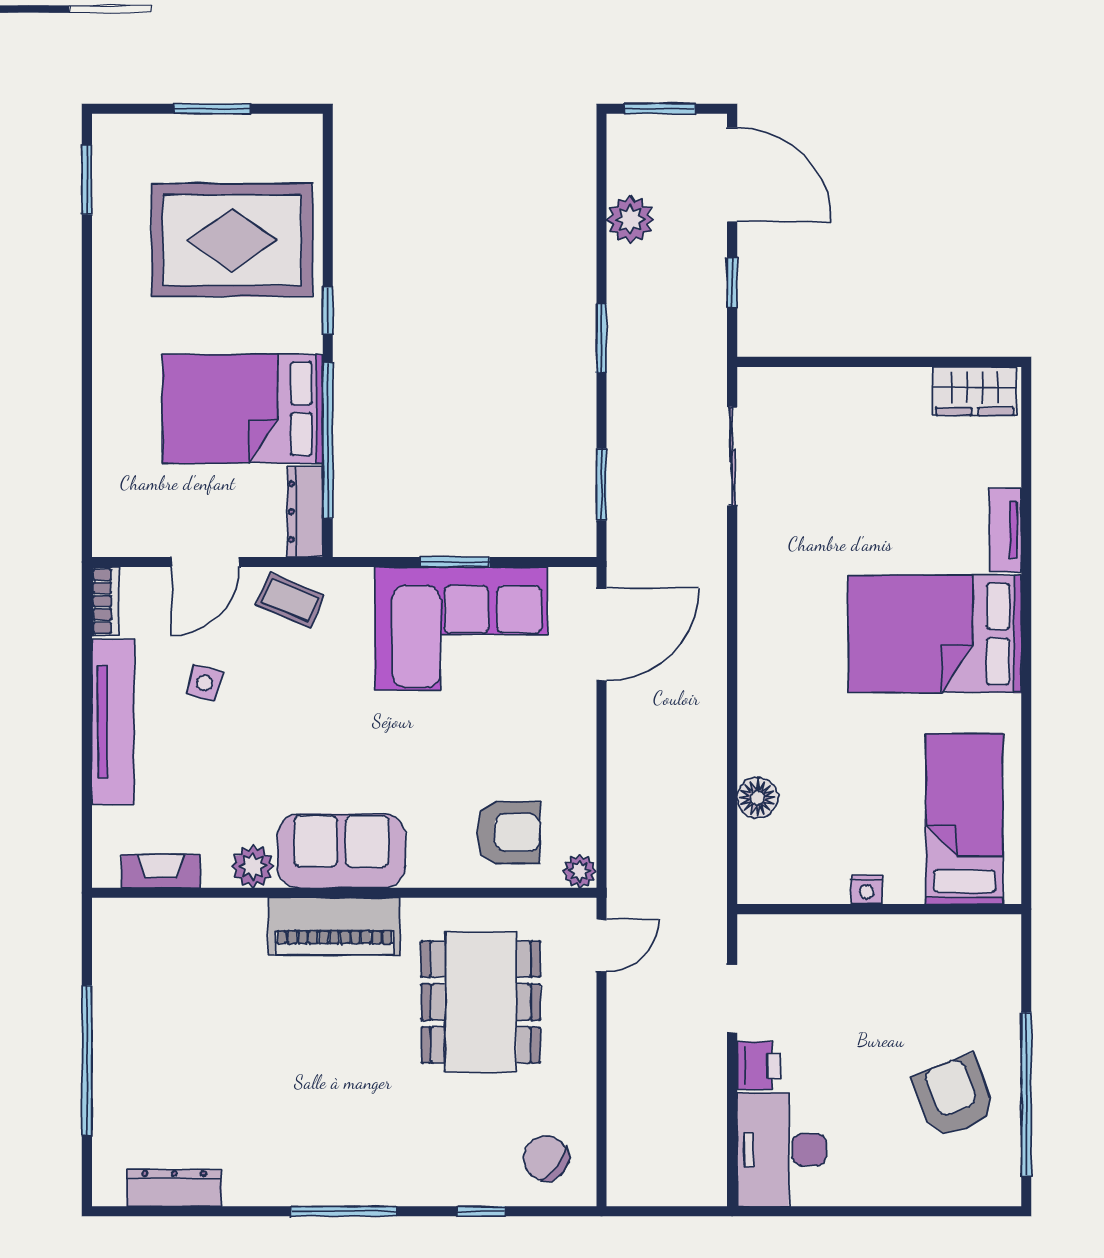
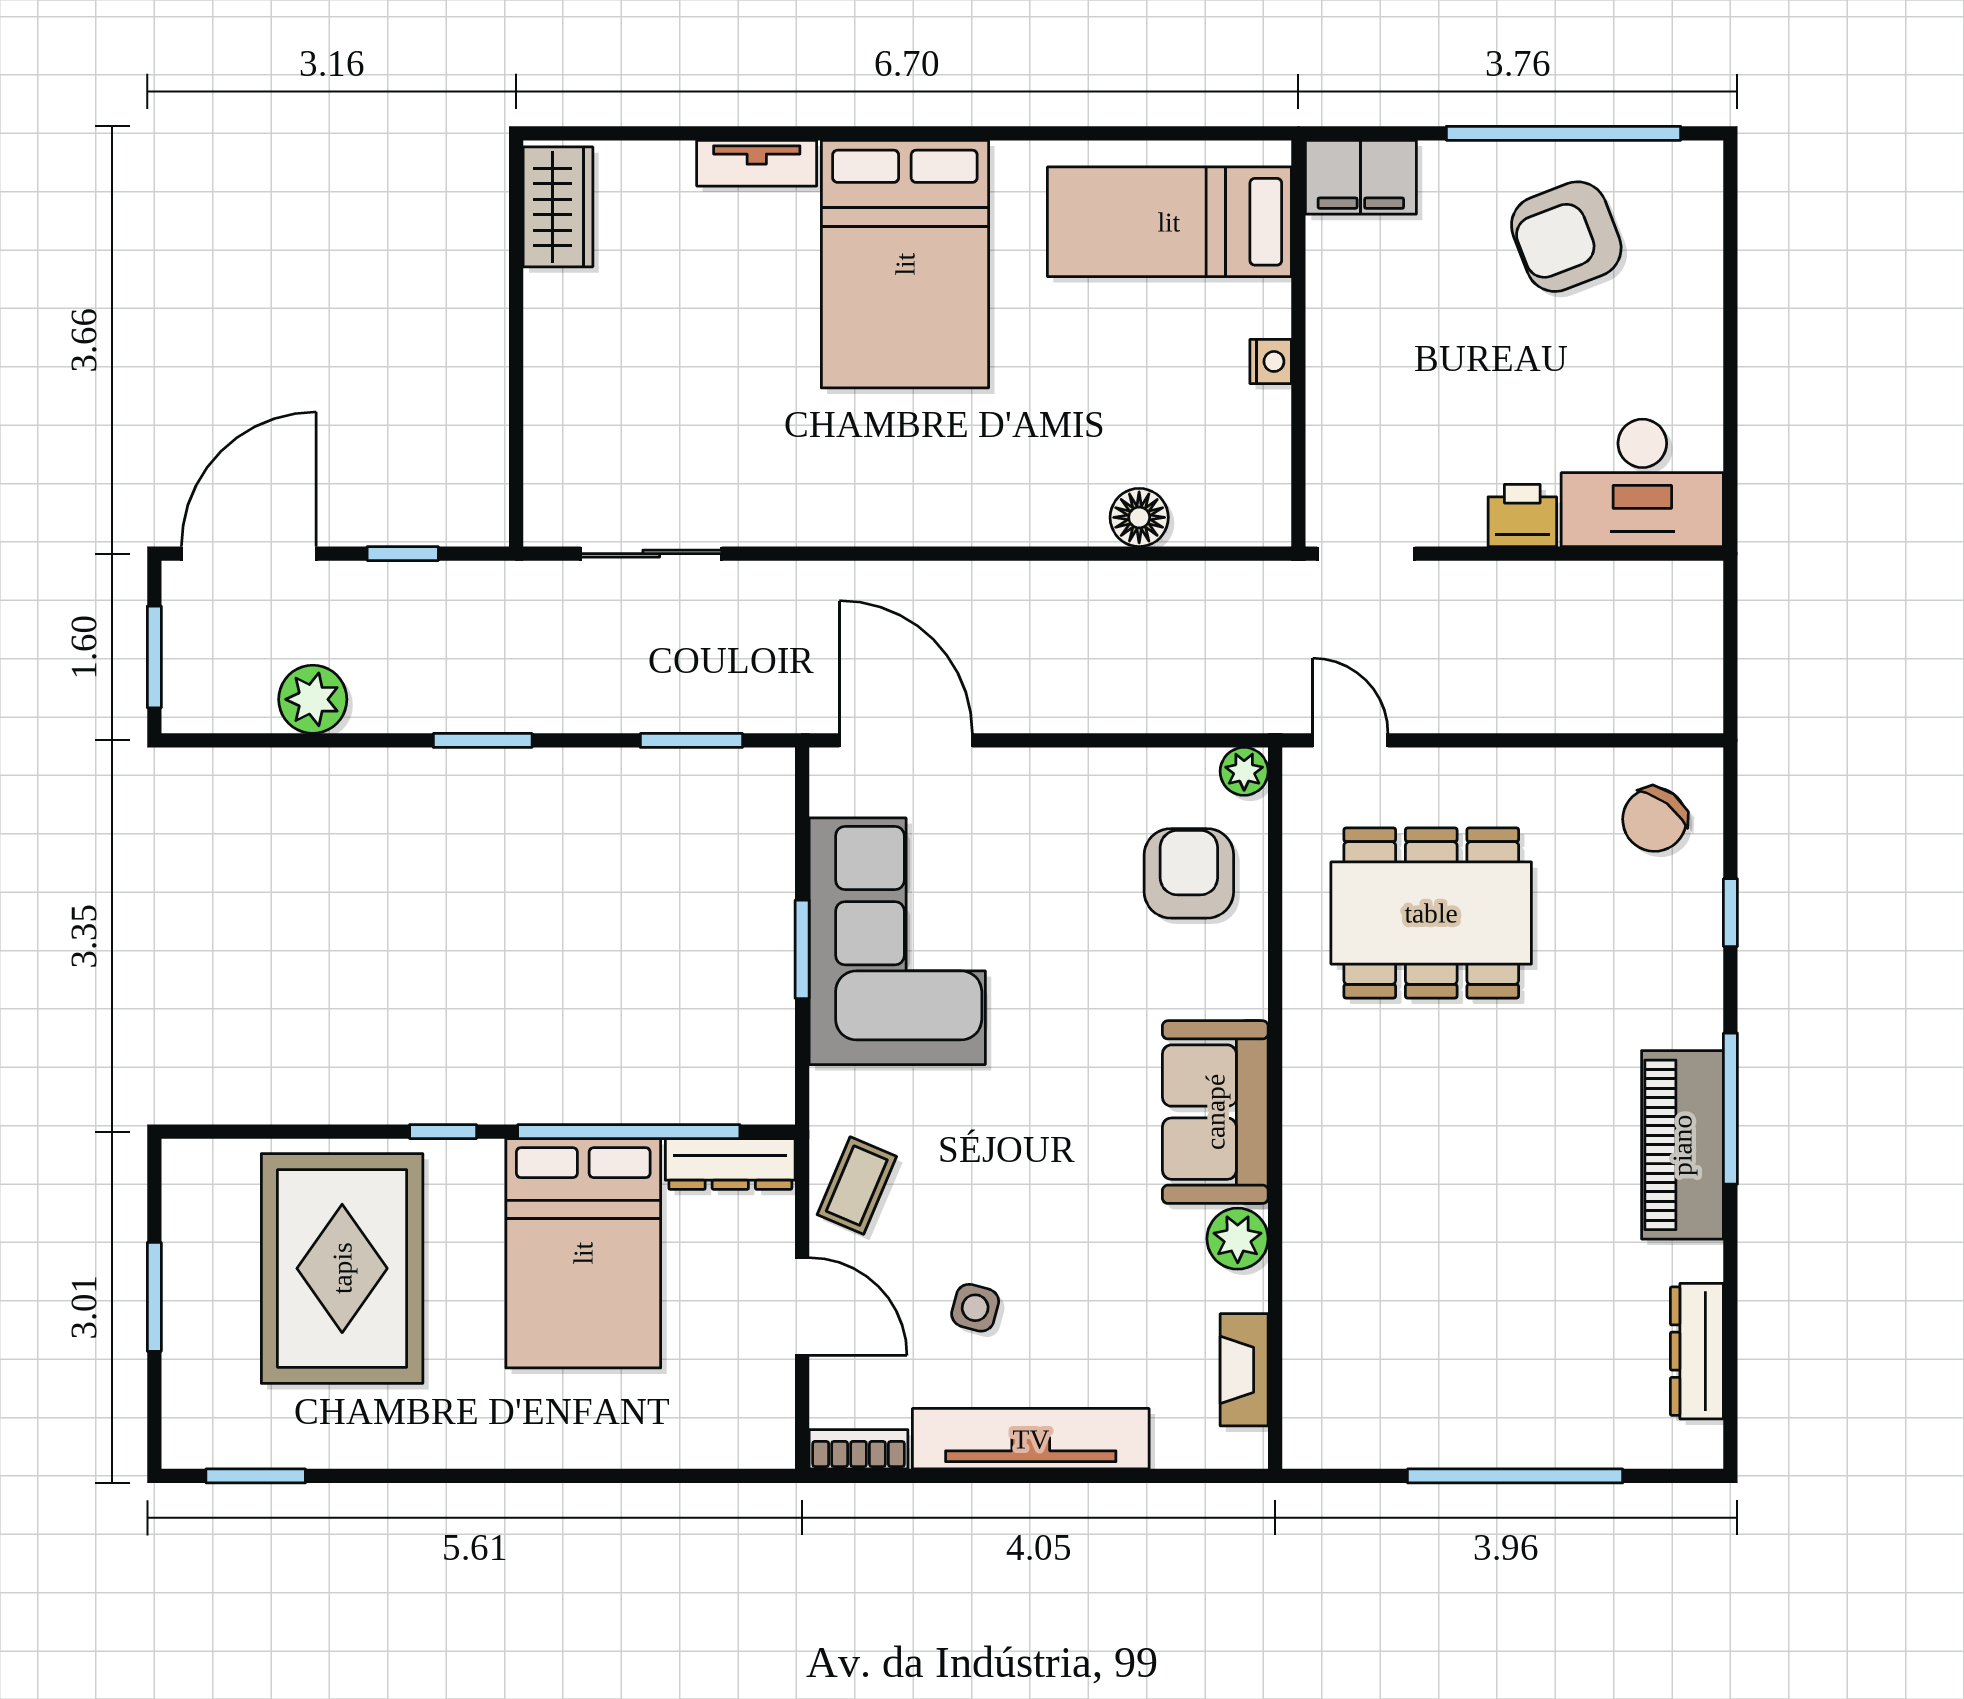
piano: (334, 926) -> (1682, 1145), moved, turned 180
filing cabinet: (995, 953) -> (1361, 177), added
doorway: (732, 999) -> (1366, 554), moved

